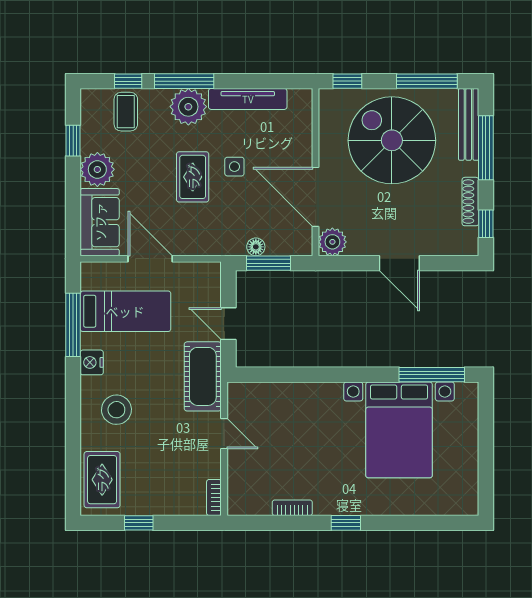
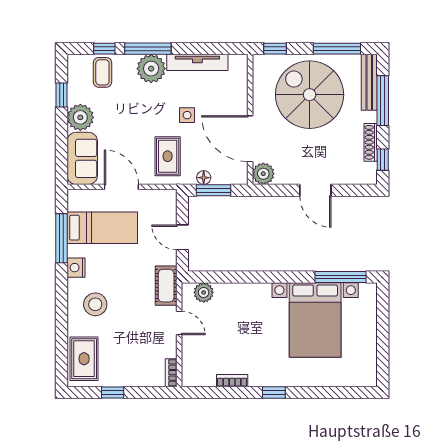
rug: (193, 177) -> (168, 156), moved
cot: (203, 376) -> (166, 286), width x0.73, depth x0.75
plant: (256, 395) -> (204, 292), added

